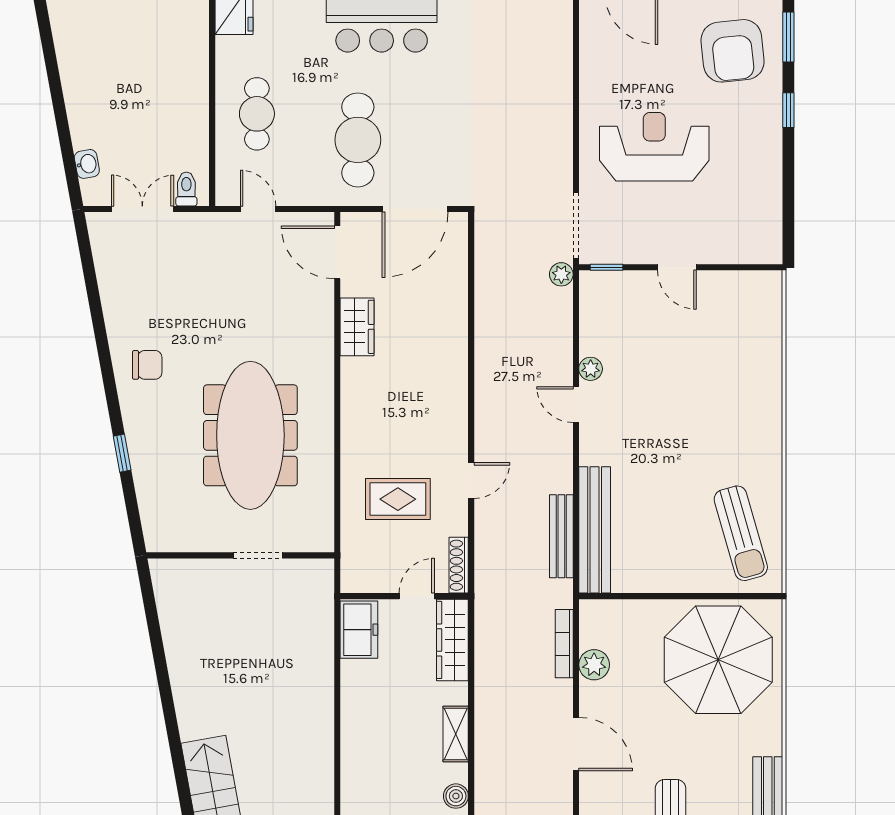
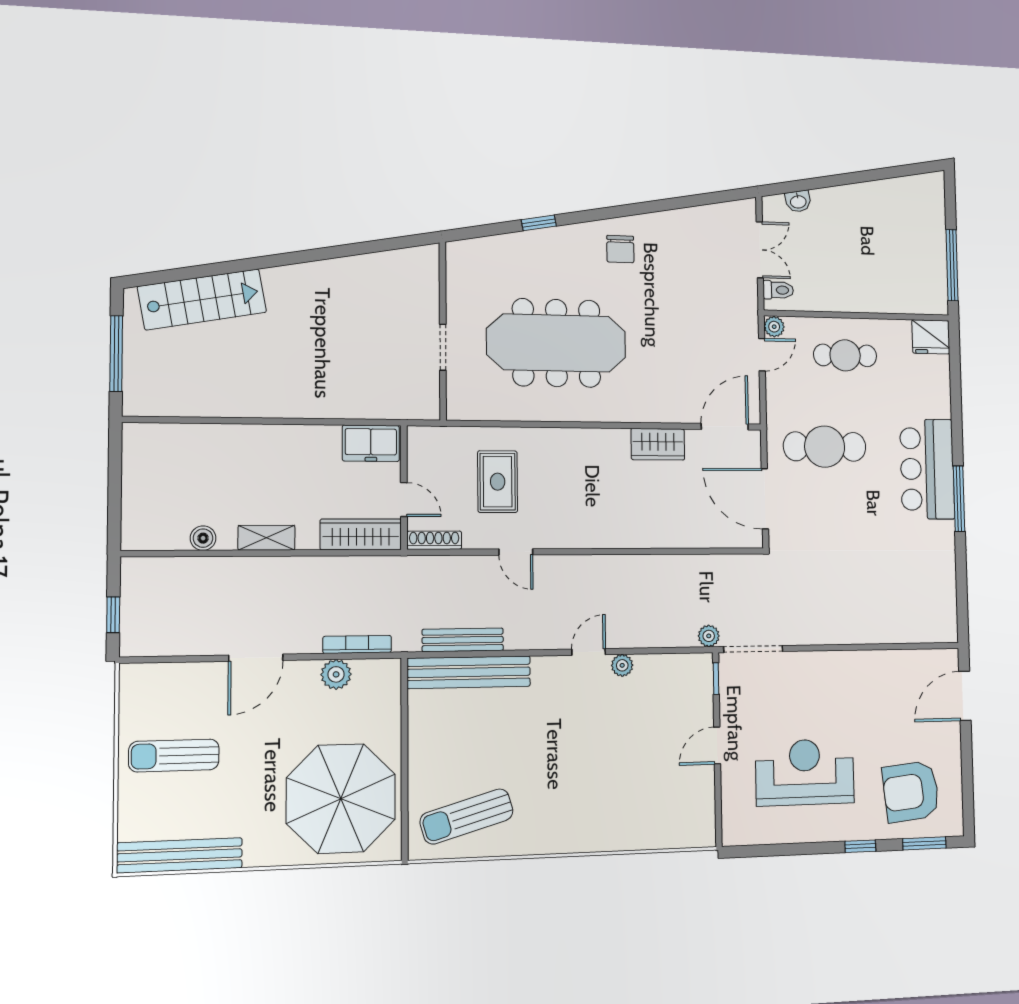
reception desk: (654, 147) -> (805, 772), moved, turned -90
plant: (227, 195) -> (774, 327), added

